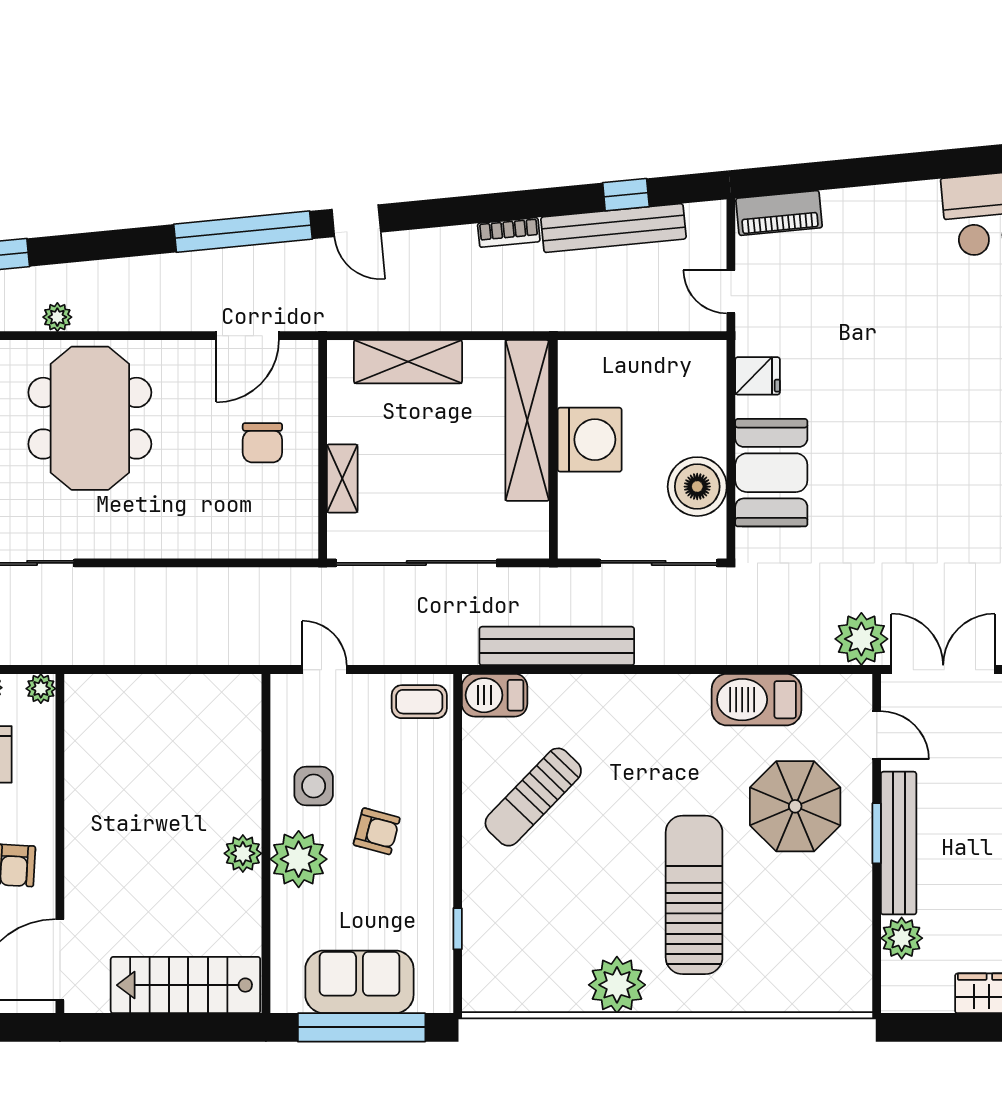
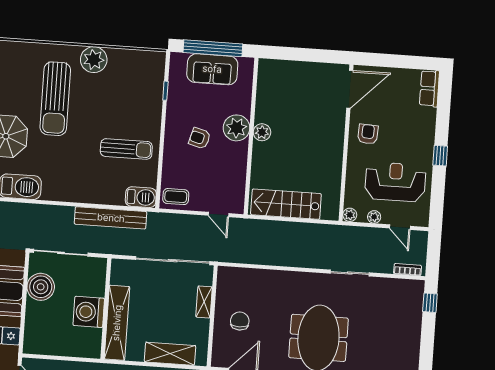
side table: (314, 786) -> (227, 161), removed
sun lounger: (533, 797) -> (126, 149), turned 46
stairs: (185, 985) -> (286, 204), moved, turned 180

